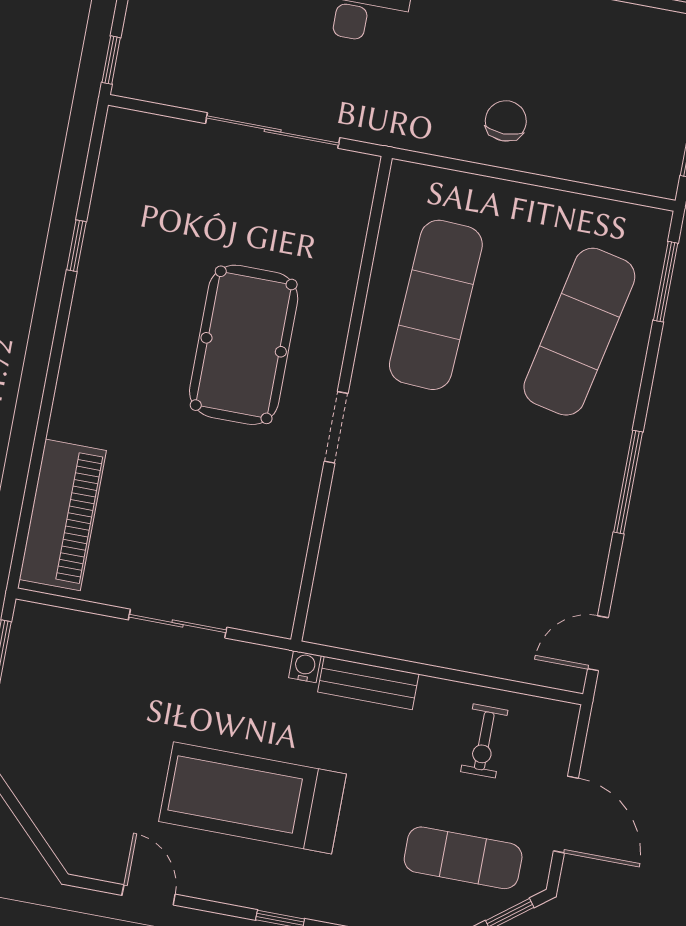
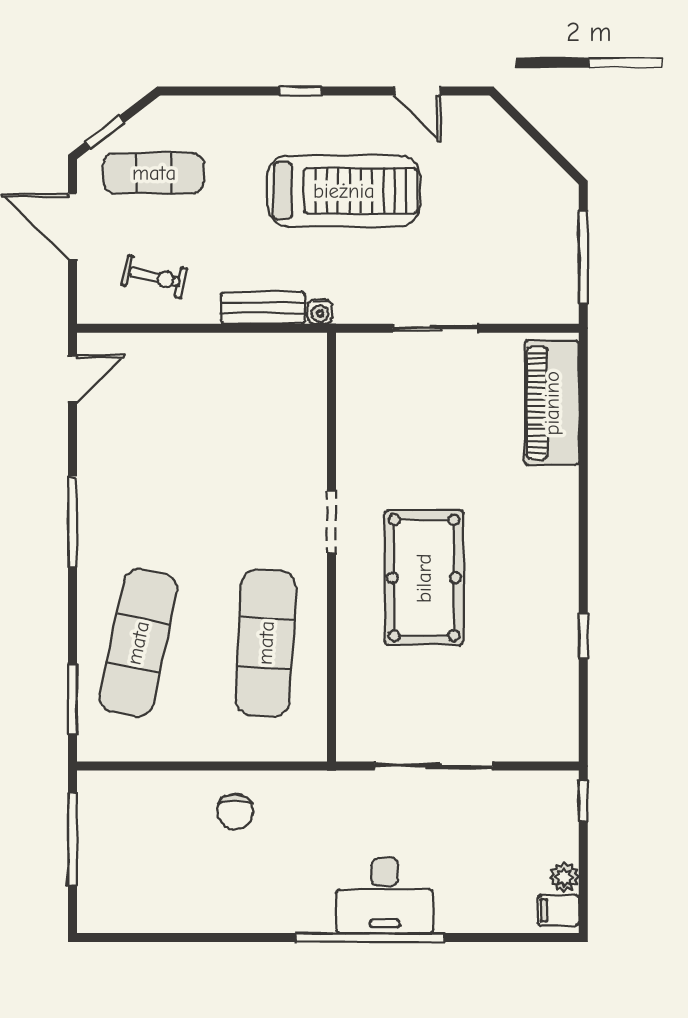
exercise bike: (484, 741) -> (154, 277), turned 103

